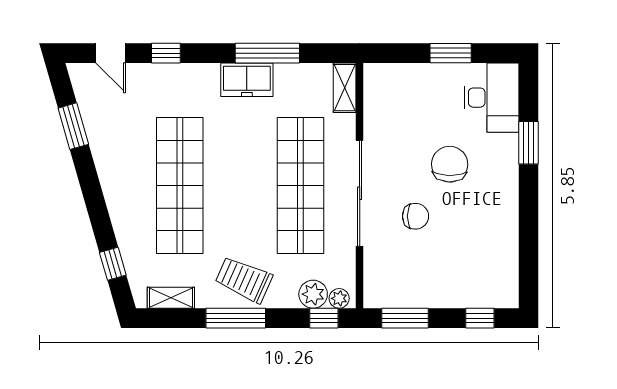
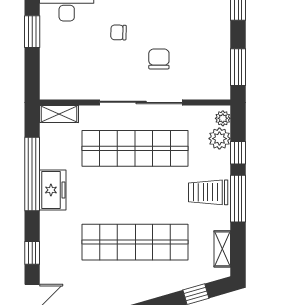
window: (267, 53) -> (32, 174), width x1.46
chair: (450, 164) -> (118, 32), width x0.54, depth x0.54
trolley: (244, 280) -> (208, 192), turned 66
window: (324, 318) -> (238, 153), moved

